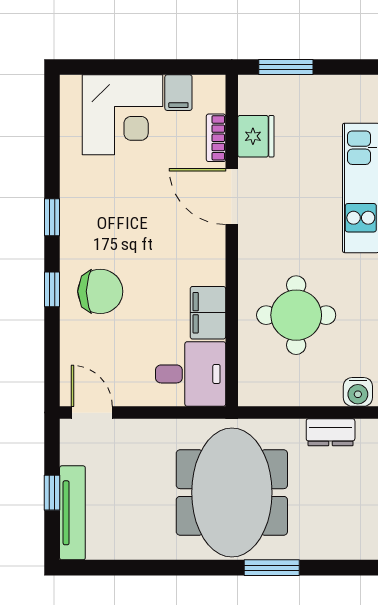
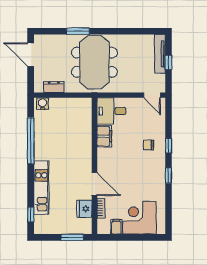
chair: (100, 291) -> (149, 145), width x0.54, depth x0.54
round table: (296, 315) -> (68, 135), removed

